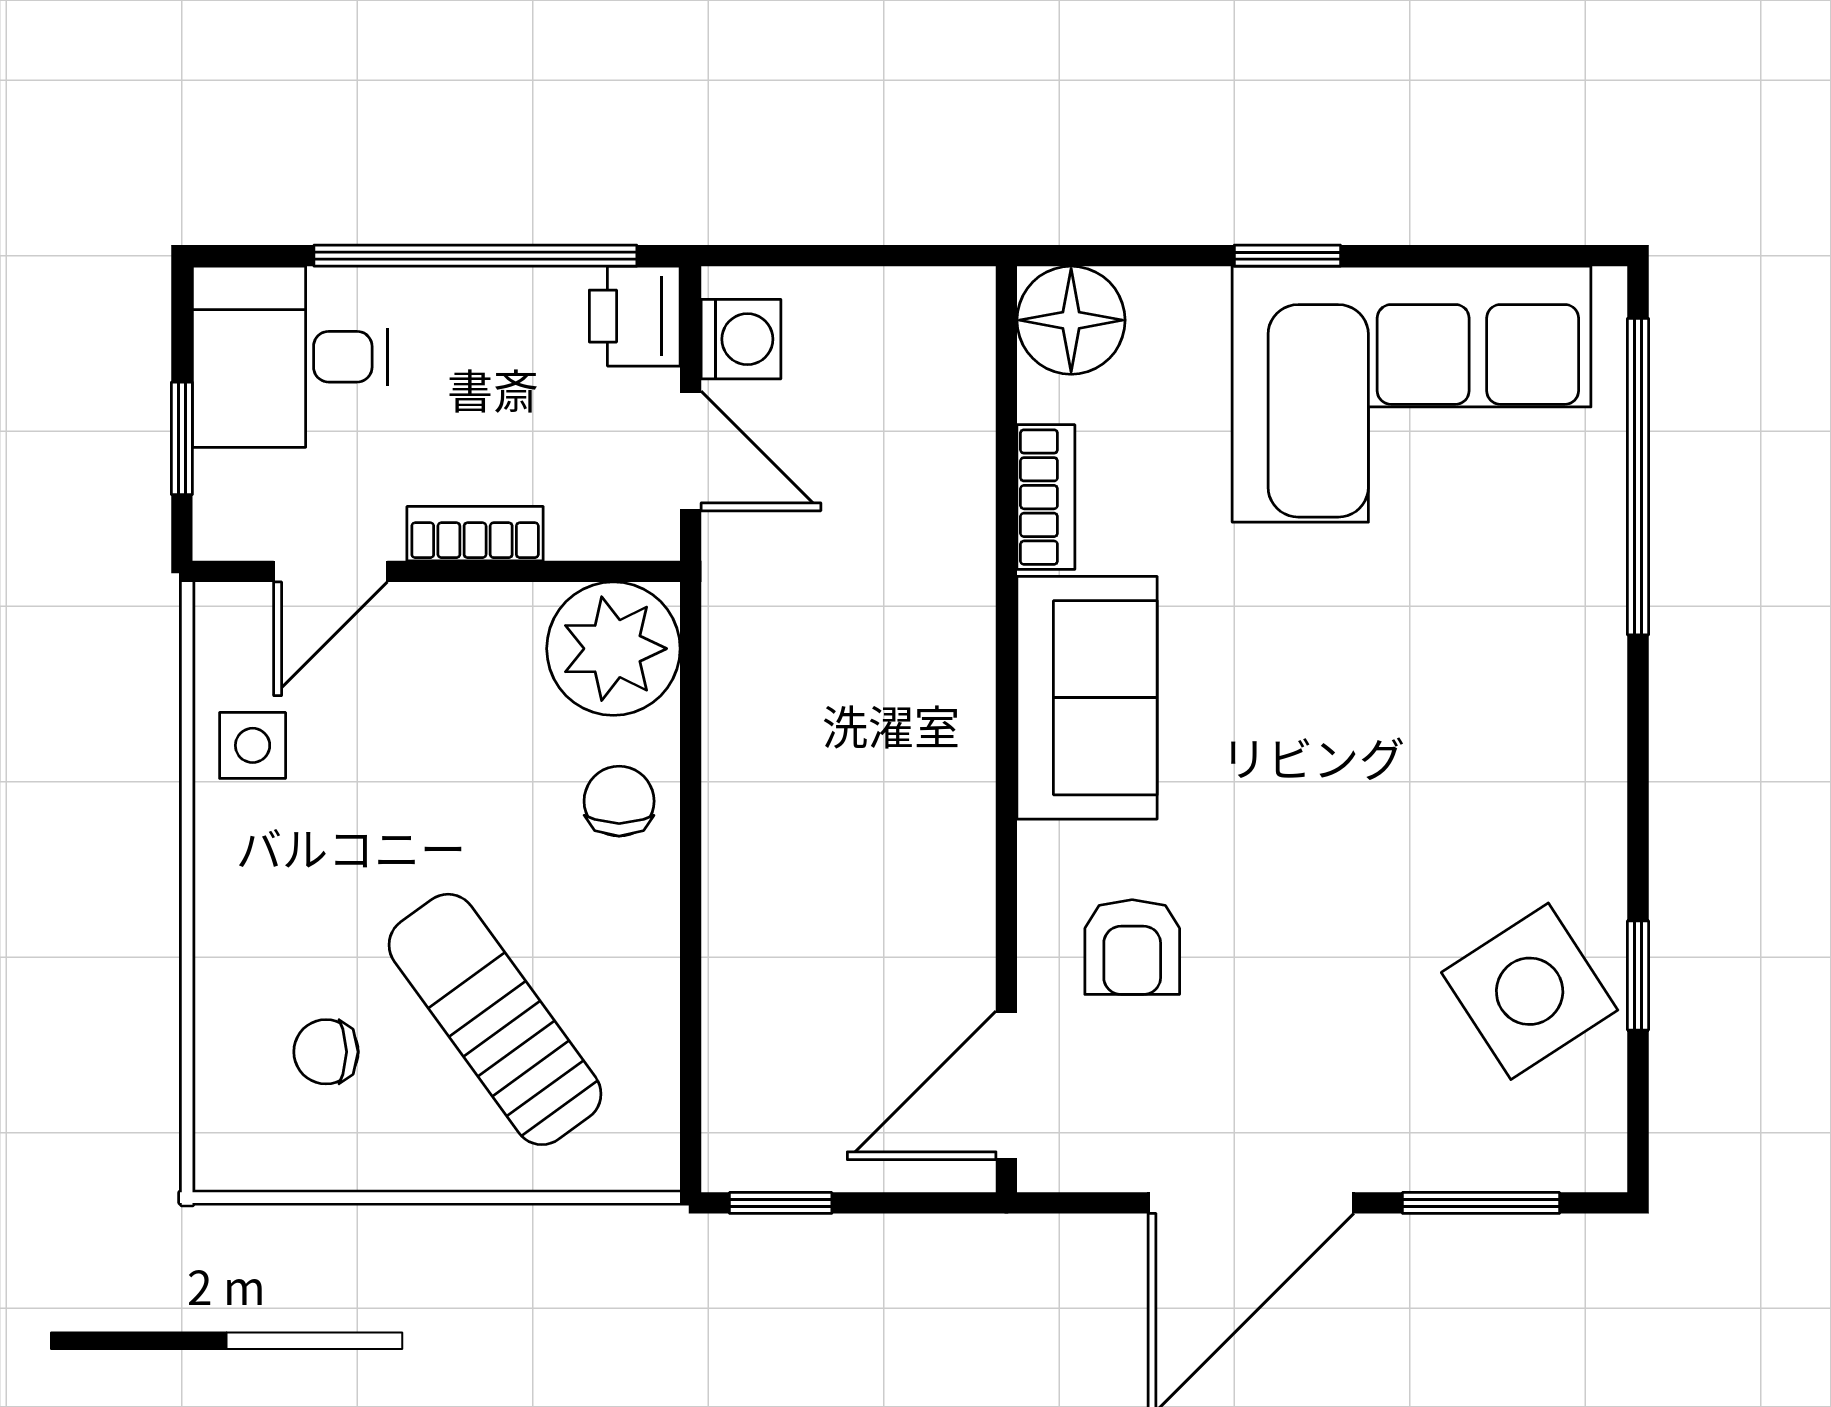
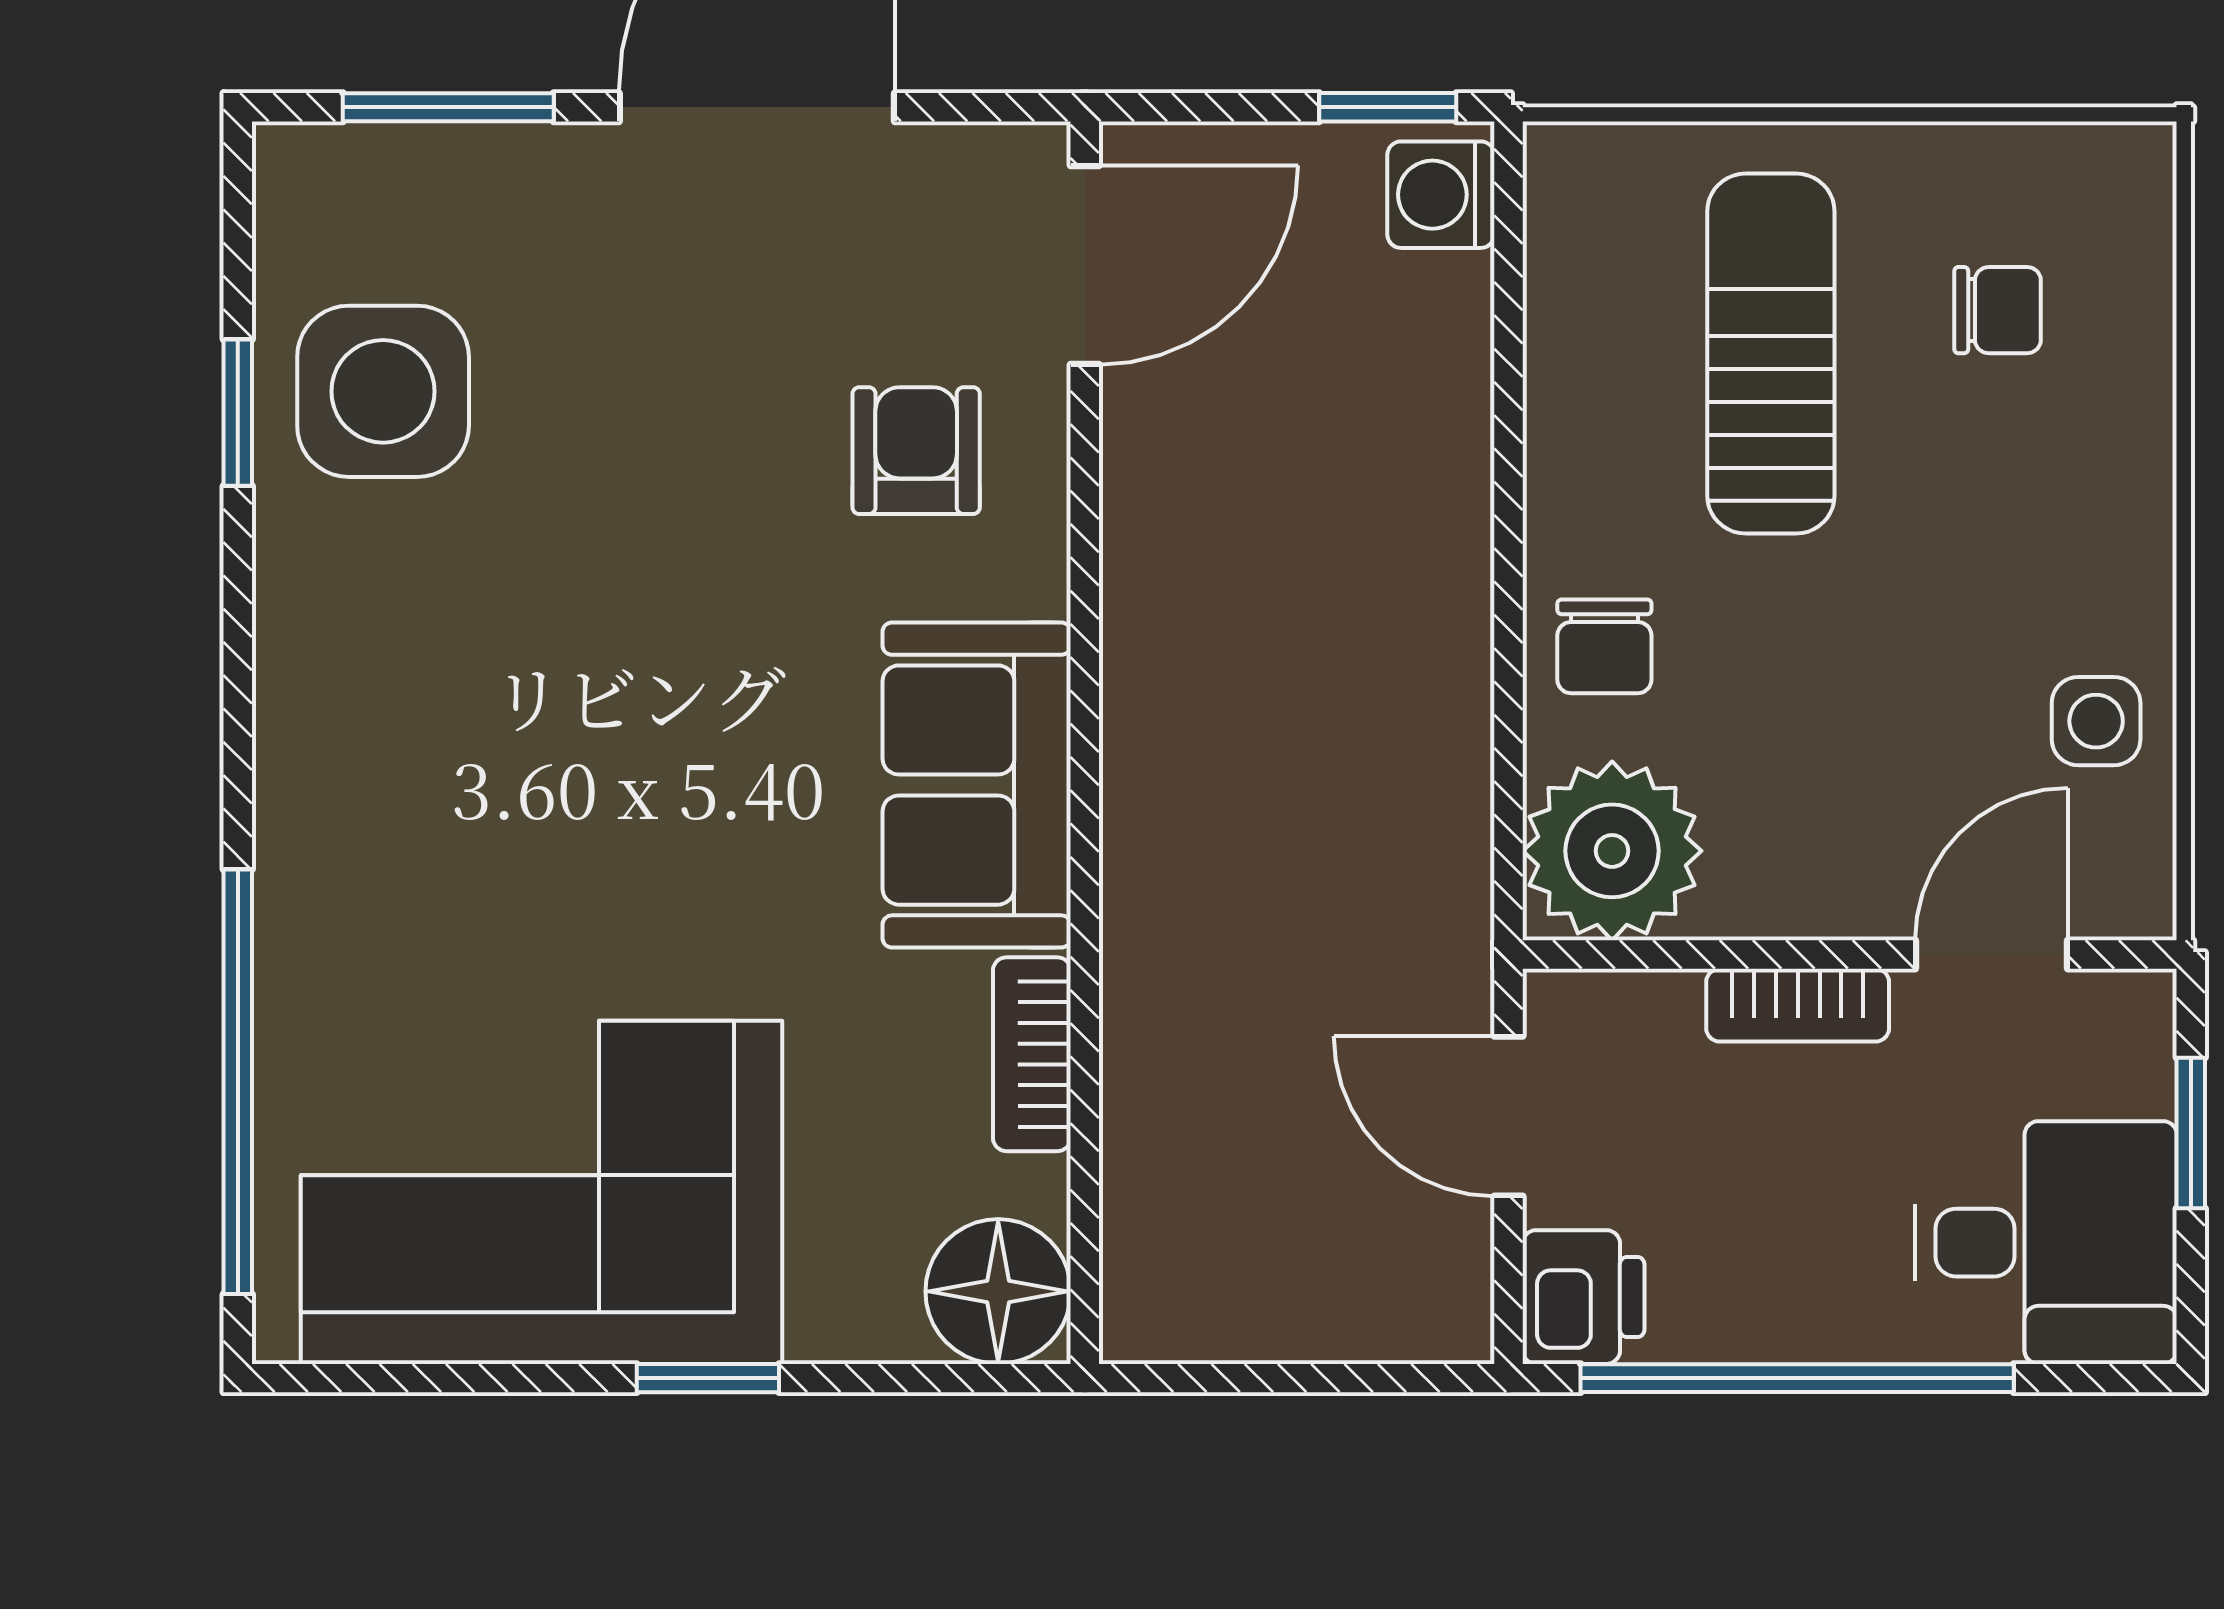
washing machine: (741, 339) -> (1441, 195), moved
side table: (1530, 991) -> (383, 391), turned 33
sun lounger: (495, 1019) -> (1771, 354), turned -144

